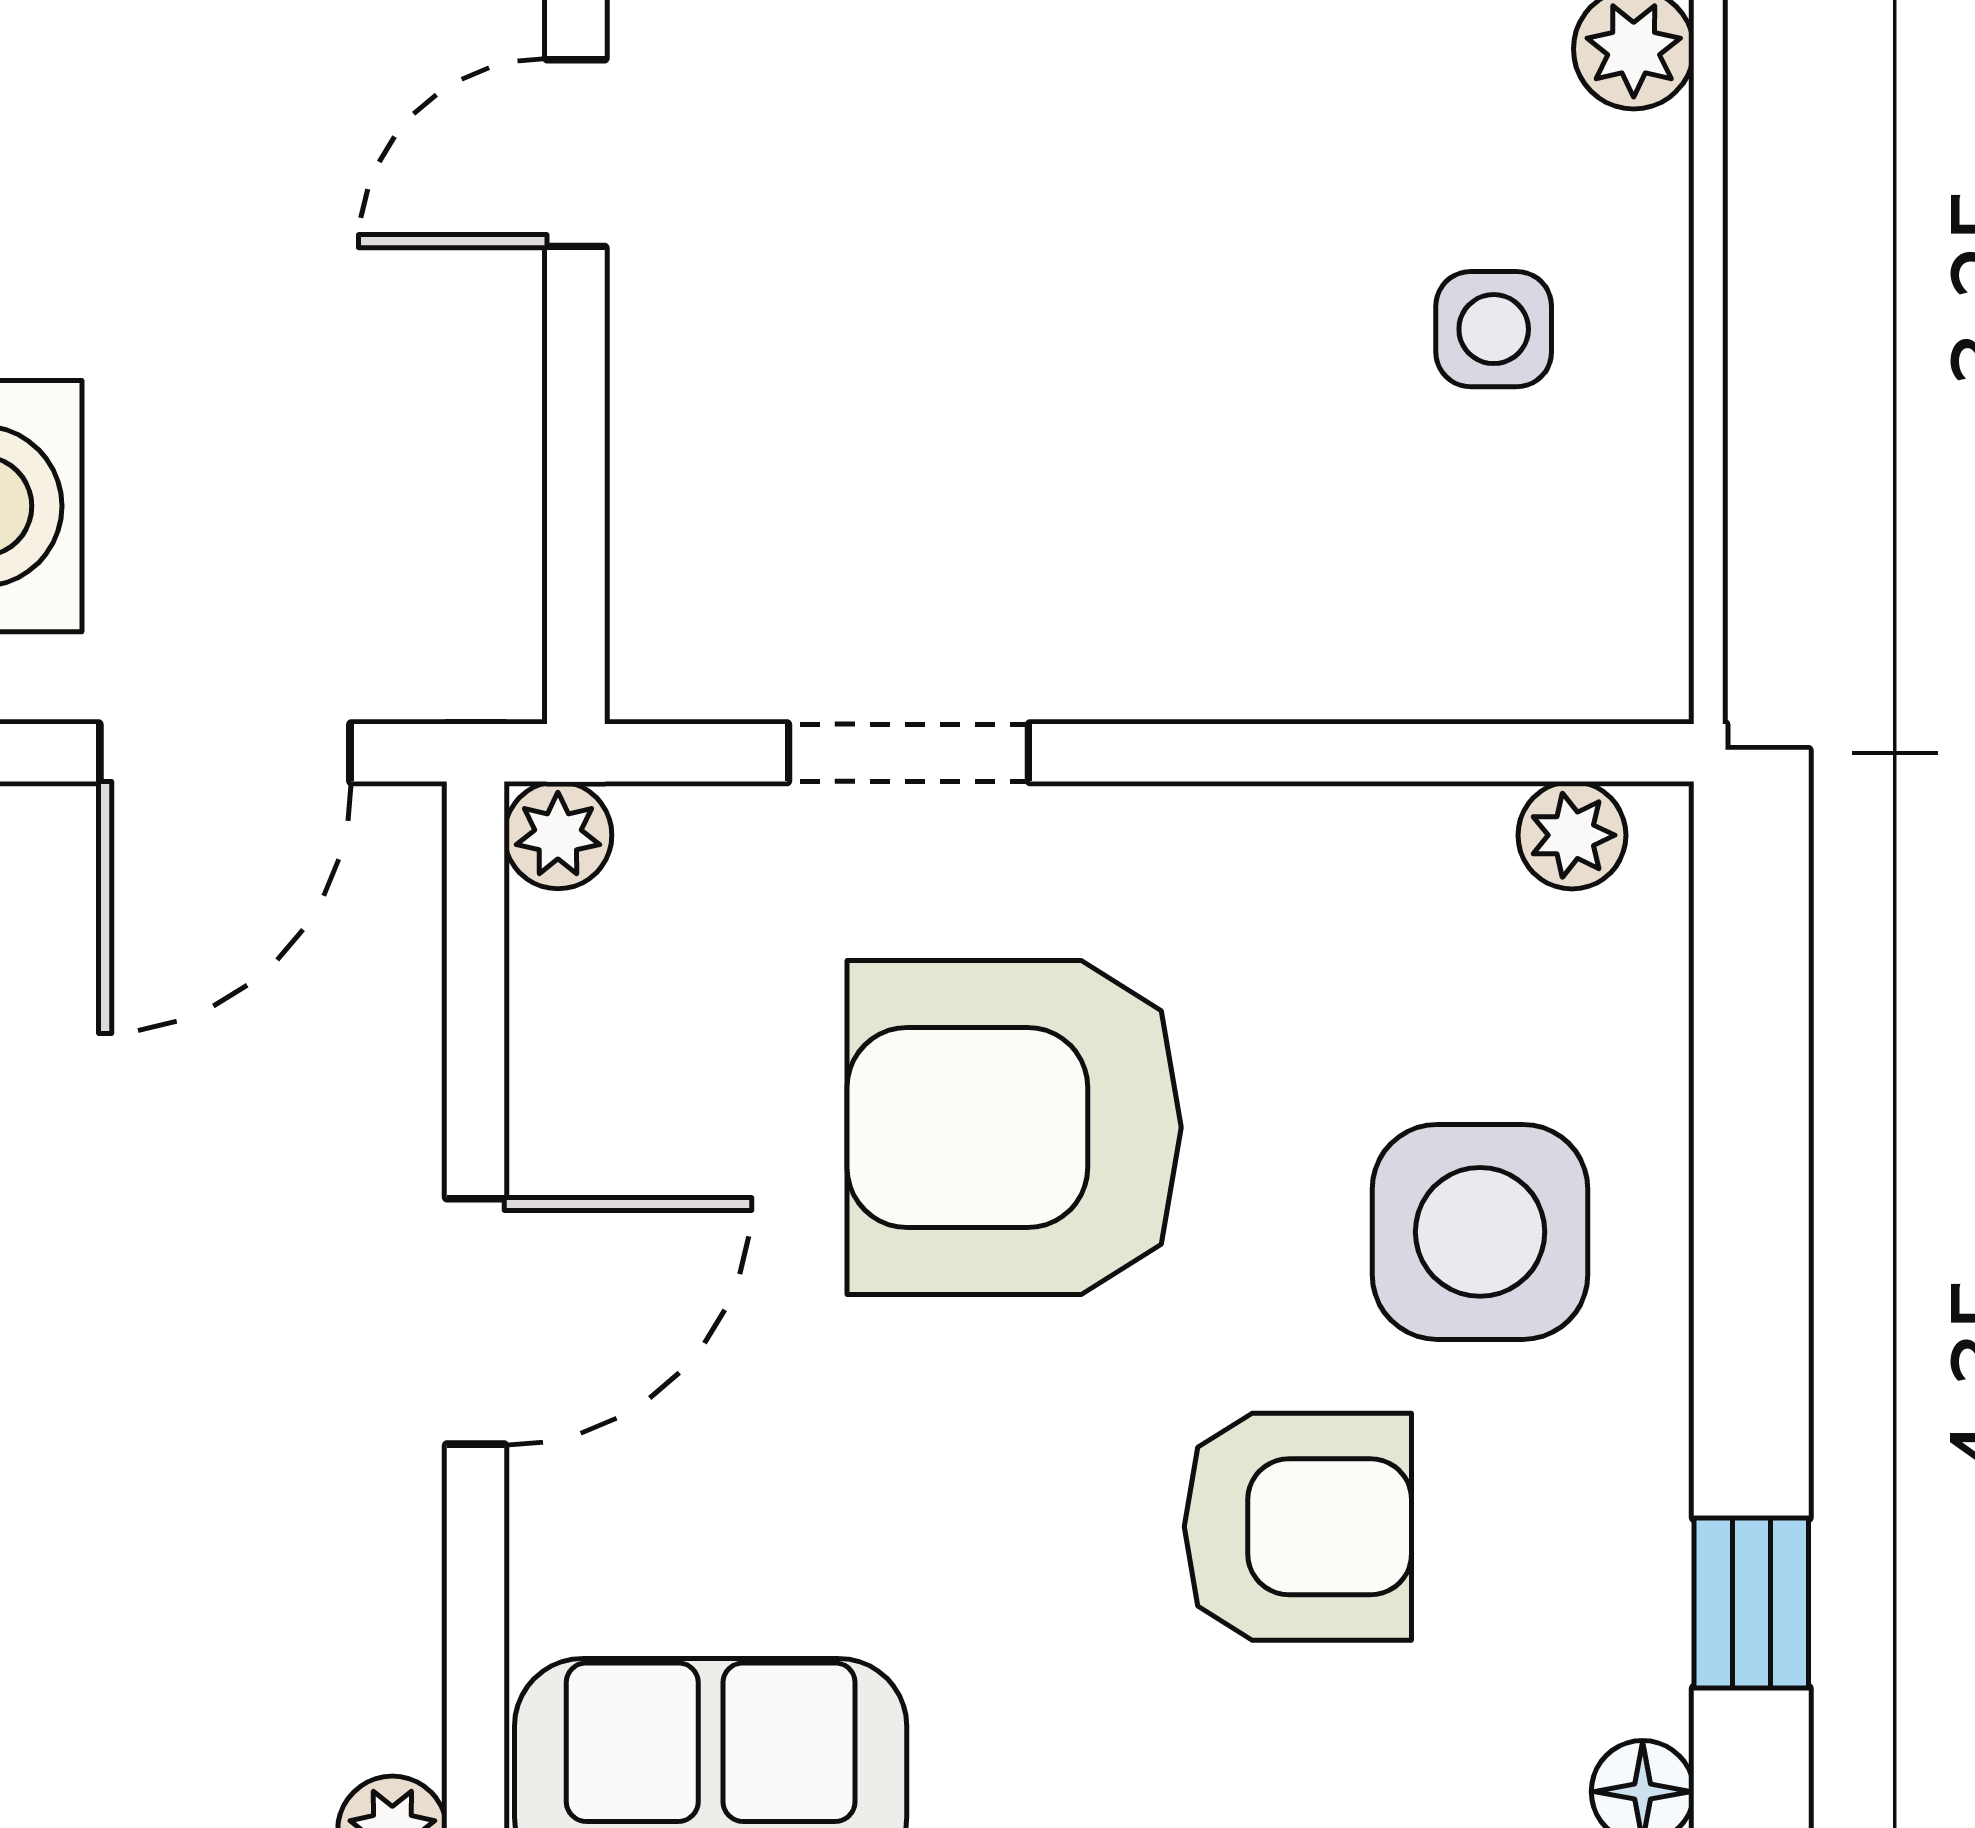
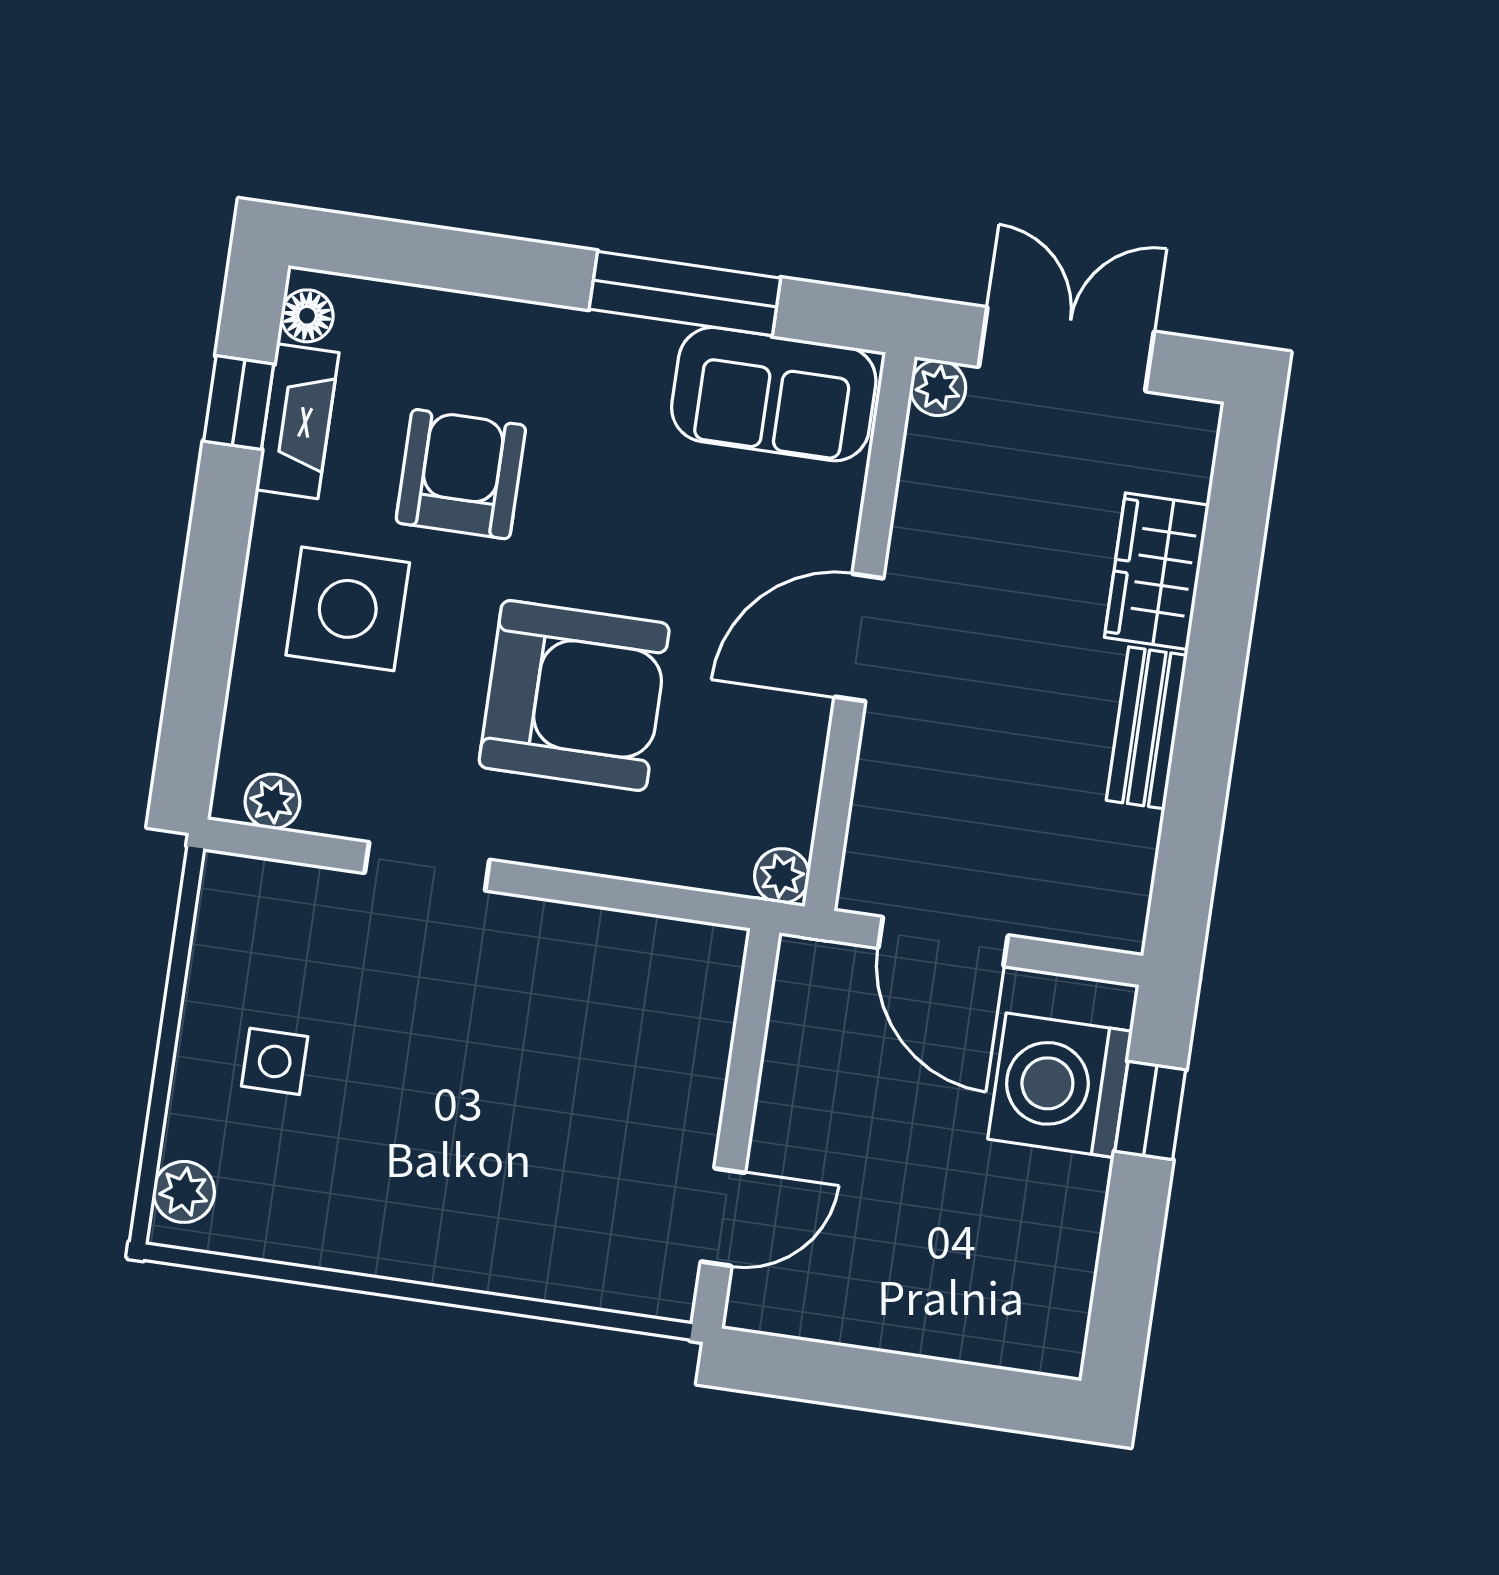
door: (225, 753) -> (943, 942), swing flipped
doorway: (909, 753) -> (427, 866), moved
armchair: (1298, 1527) -> (461, 474), turned 90
fireplace: (1632, 1583) -> (297, 421), added

